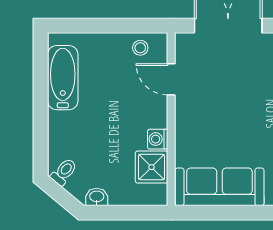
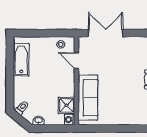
washing machine: (158, 139) -> (70, 120), moved
sofa: (219, 187) -> (88, 98), moved, turned 90

